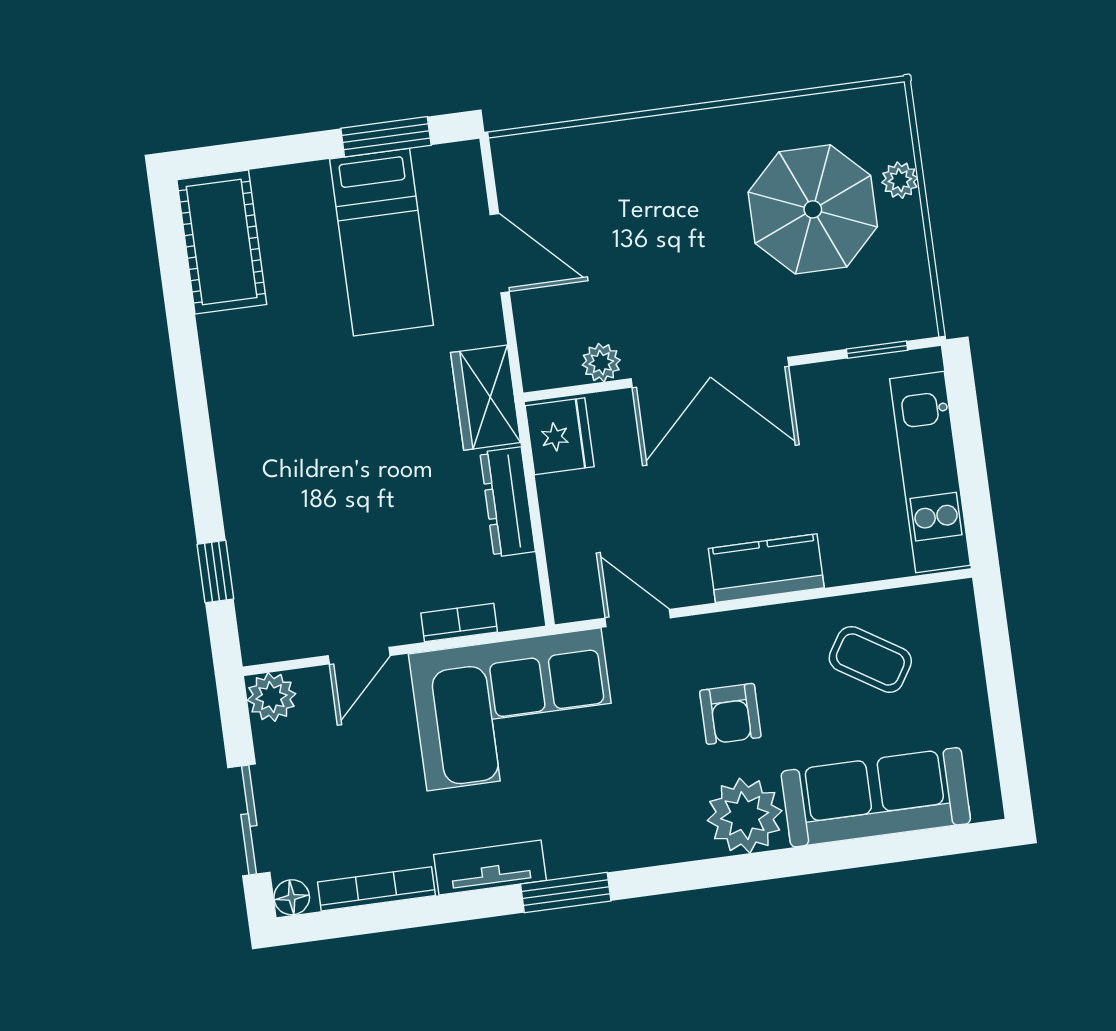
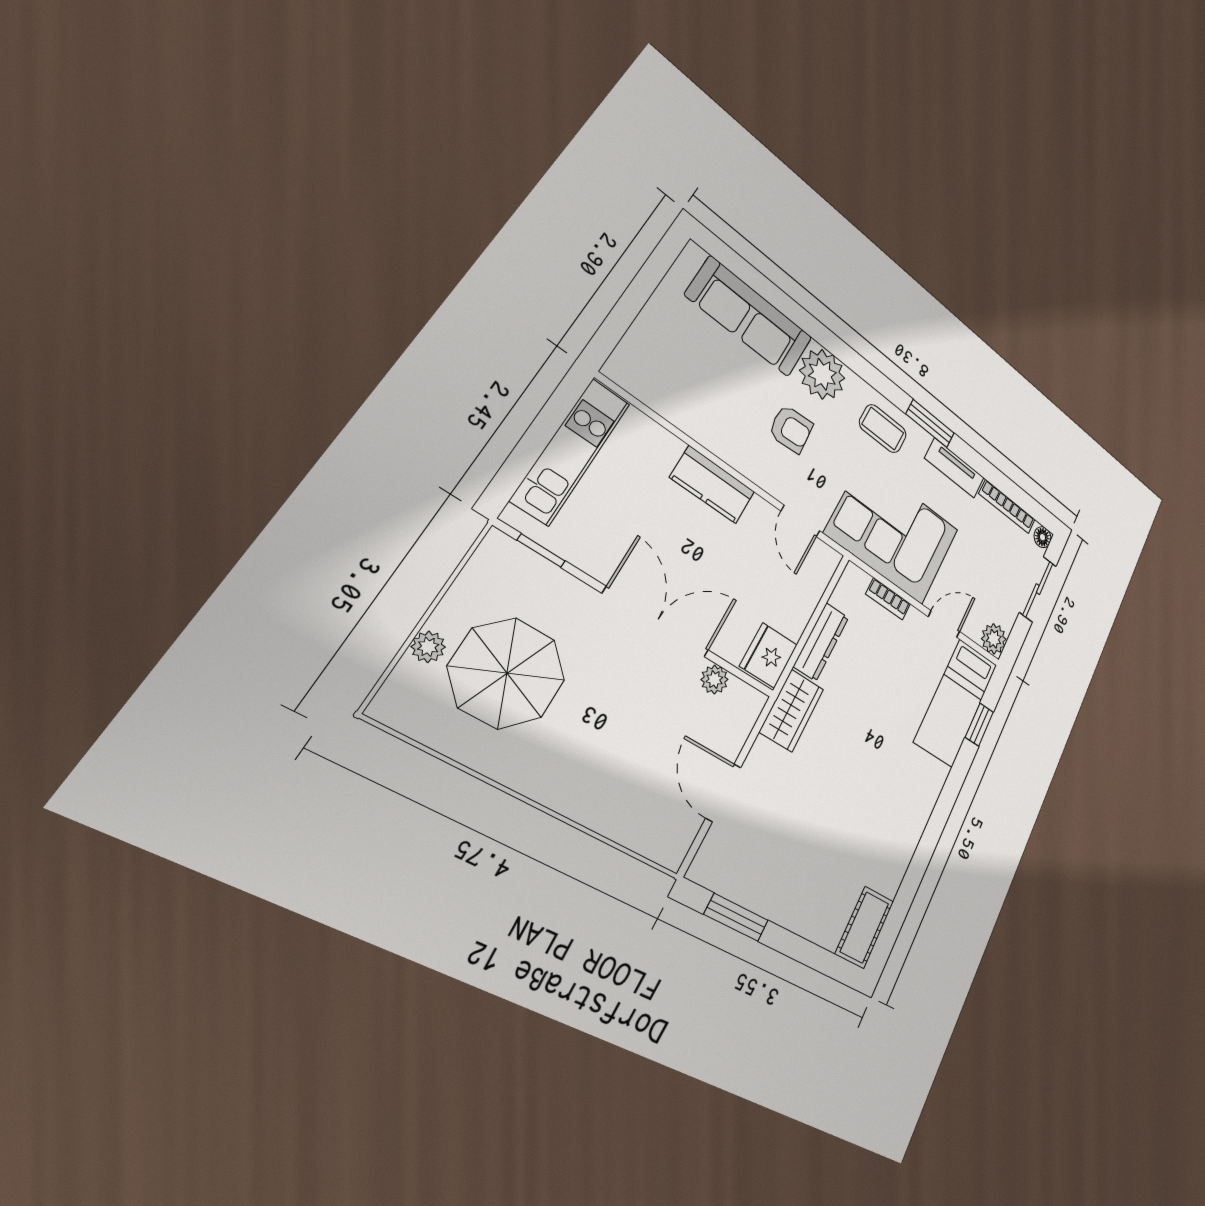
cot: (222, 242) -> (865, 927), width x0.73, depth x0.75
bed: (381, 242) -> (956, 703), moved, turned 180
coffee table: (870, 659) -> (883, 429), moved, turned -32
armchair: (730, 714) -> (791, 429), turned 86

